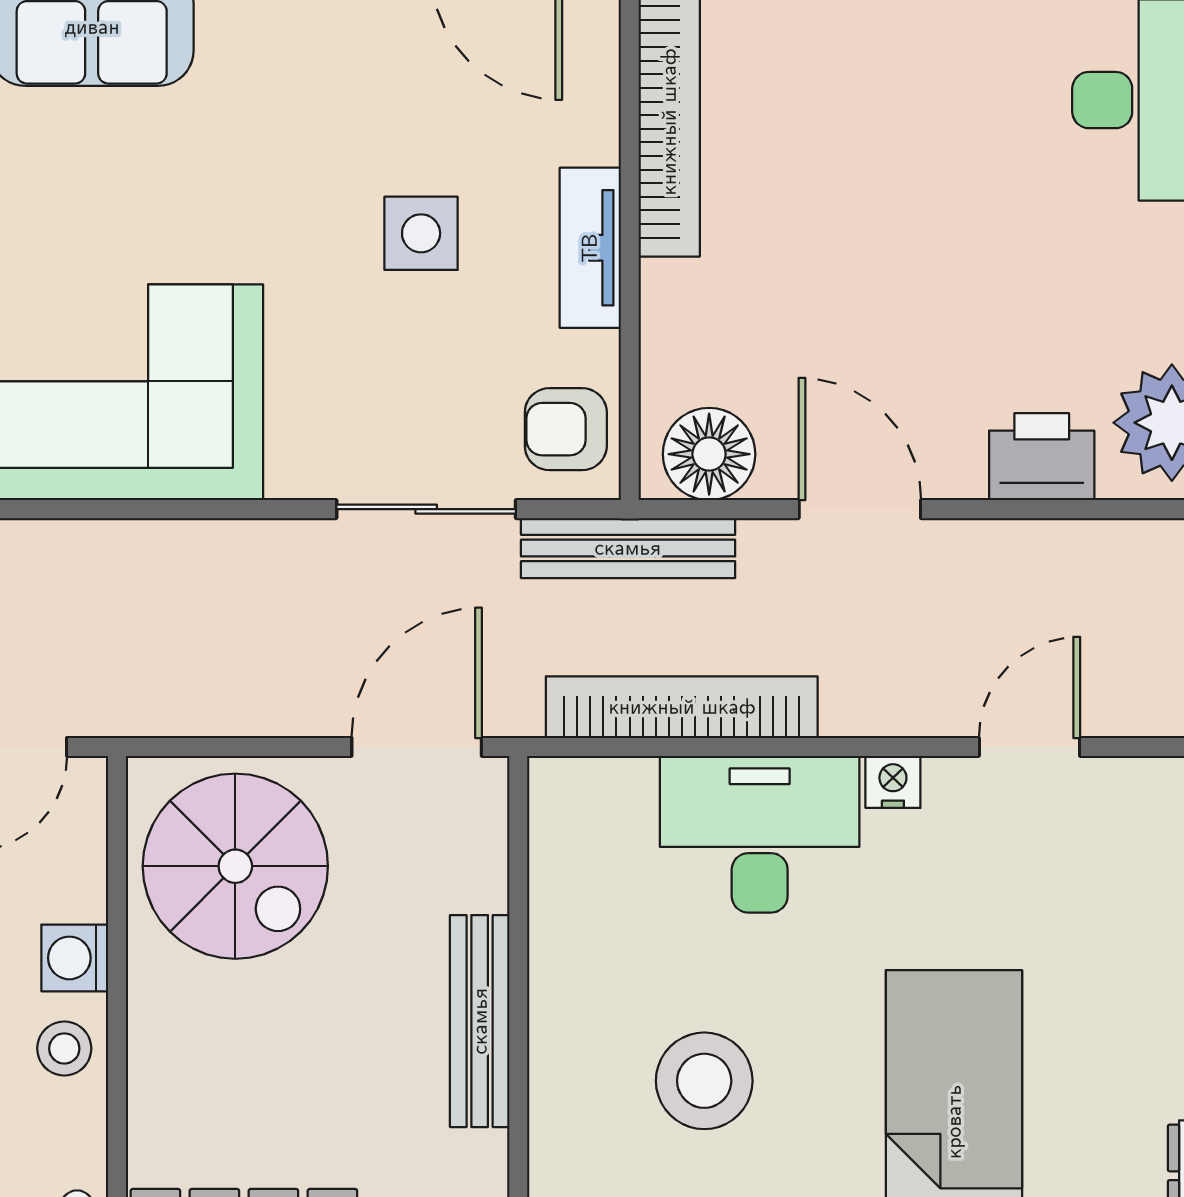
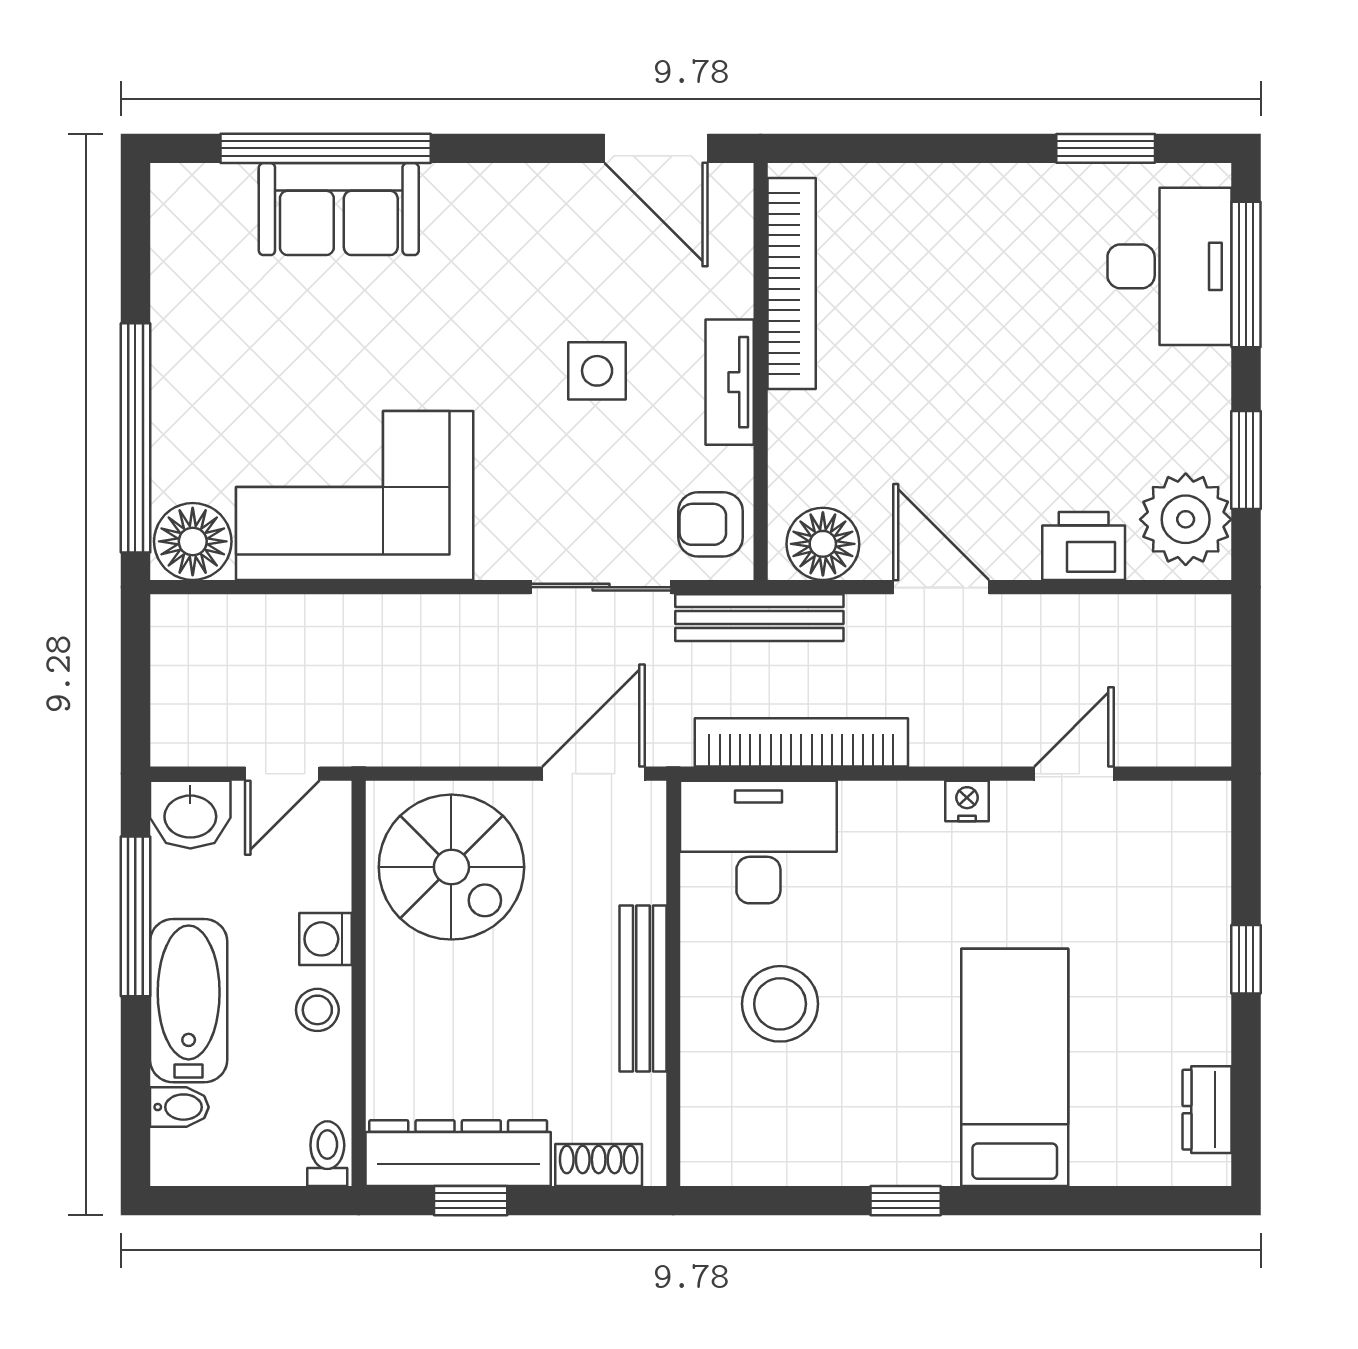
desk: (760, 834) -> (758, 842), moved
stool: (704, 1081) -> (780, 1004), moved

